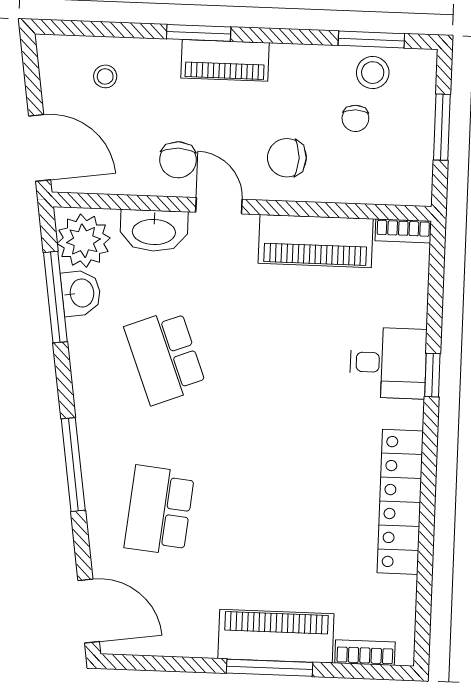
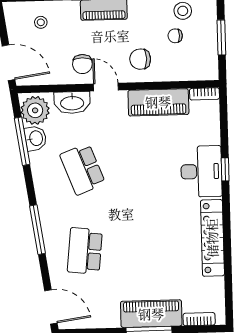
chair: (355, 118) -> (175, 36), turned 90
desk: (388, 363) -> (201, 171), width x1.37

